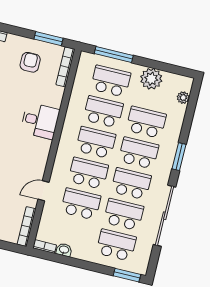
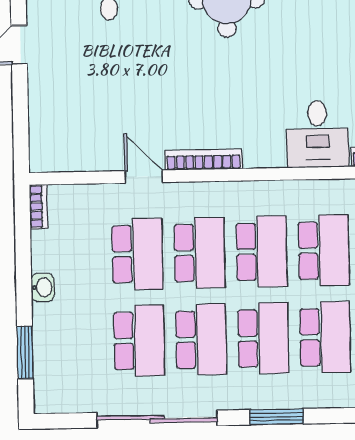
desk: (40, 121) -> (318, 134), moved
bookcase: (27, 227) -> (204, 160), moved
school desk: (116, 245) -> (77, 342), removed
washbasin: (64, 250) -> (43, 287), moved
window: (127, 275) -> (25, 352), moved

